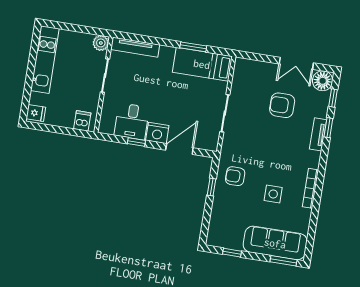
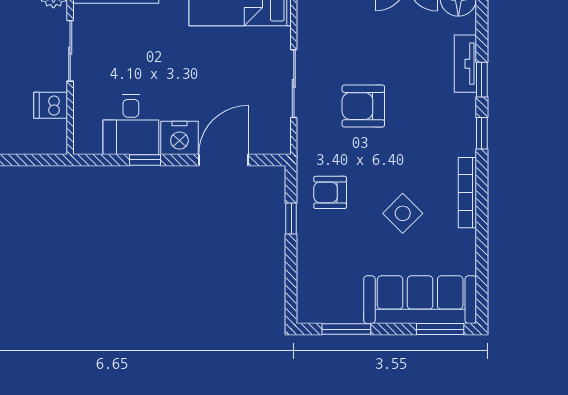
window: (333, 98) -> (482, 133), moved
armchair: (282, 105) -> (363, 106), moved
dishwasher: (82, 121) -> (51, 105), moved, turned -90
tv unit: (318, 134) -> (465, 64), moved
side table: (273, 194) -> (403, 213), turned 45
window: (232, 253) -> (346, 329), width x1.50

